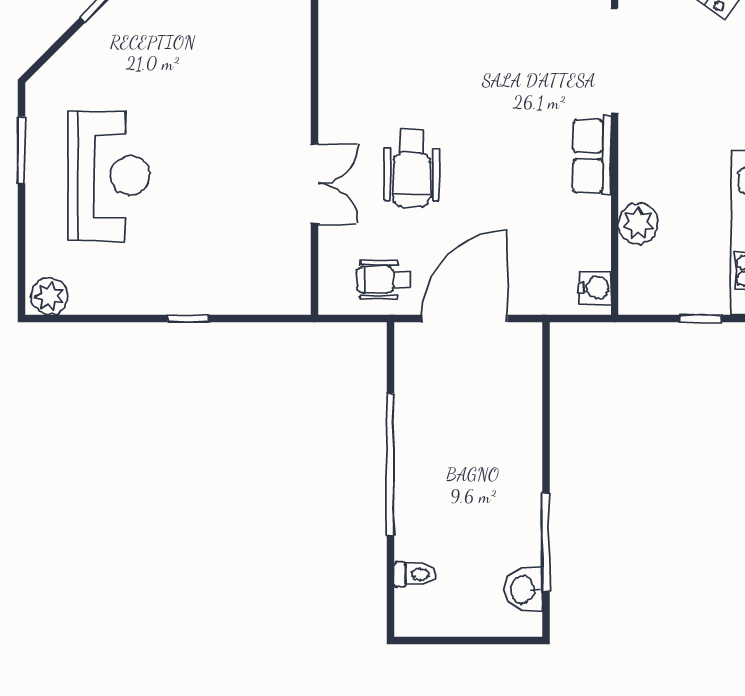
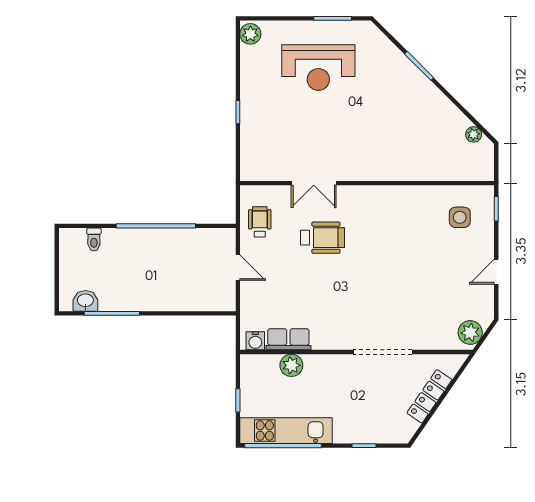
row of seats: (592, 156) -> (288, 339), moved
wheelchair: (411, 168) -> (322, 238), turned 180
door: (465, 319) -> (238, 268), width x0.53

